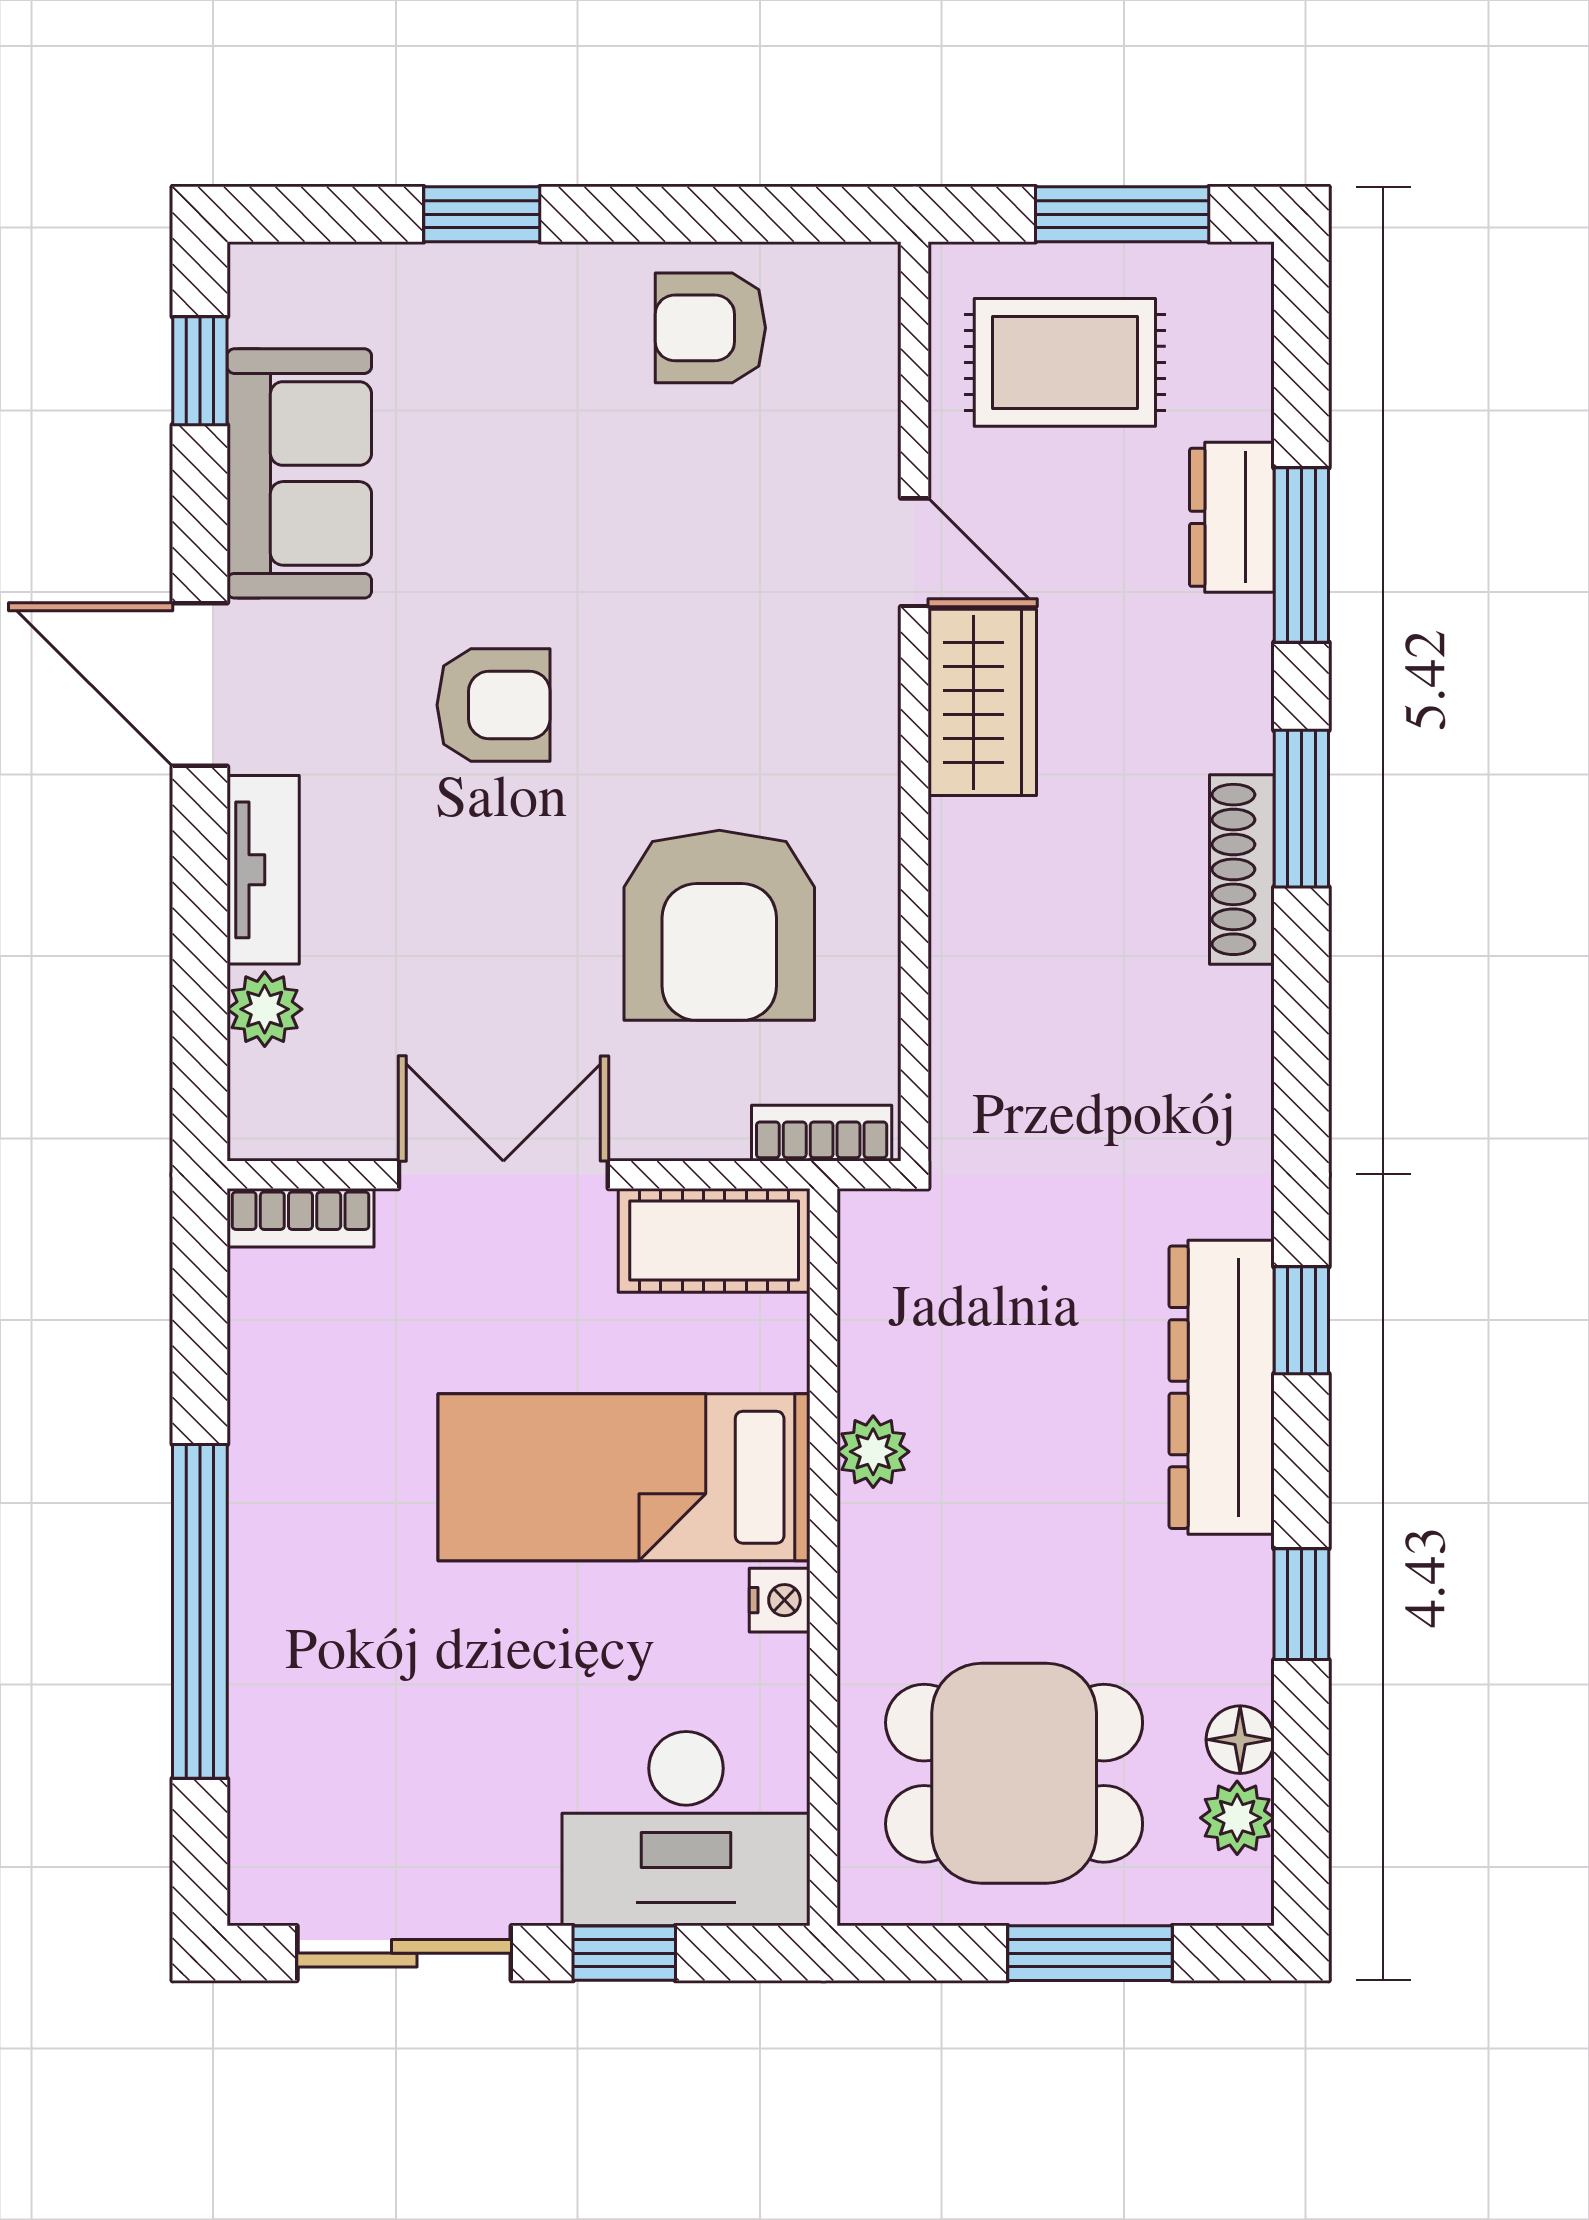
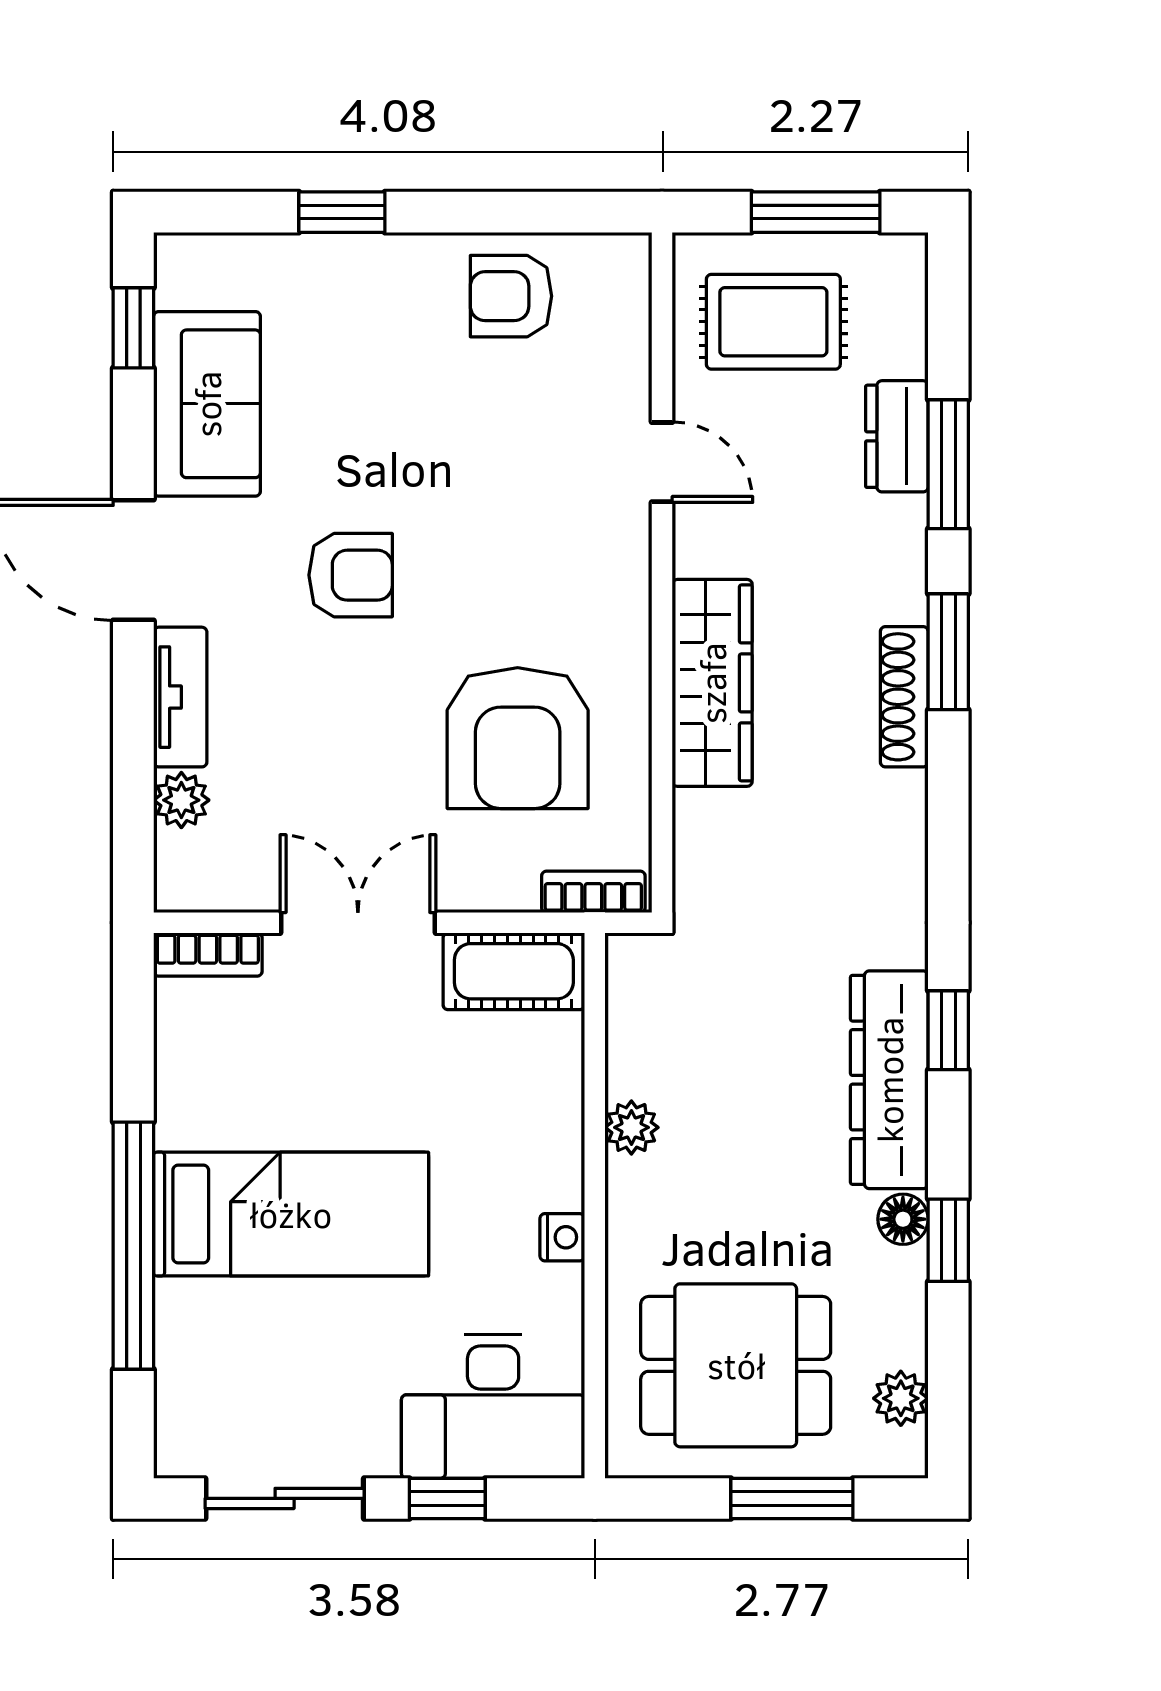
wardrobe: (982, 702) -> (712, 683), moved, width x1.50
bed: (624, 1477) -> (291, 1214), moved, turned 180
floor lamp: (1240, 1740) -> (903, 1219), moved

